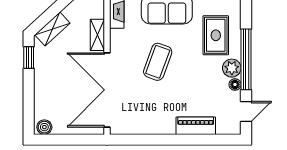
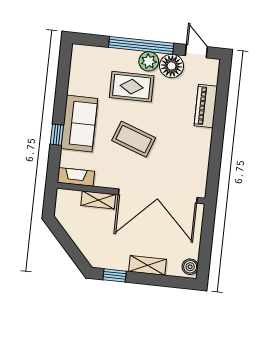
shelving: (52, 29) -> (147, 265), moved, turned -47
rug: (216, 35) -> (132, 87), moved
floor lamp: (235, 85) -> (172, 66), width x1.89, depth x1.89

